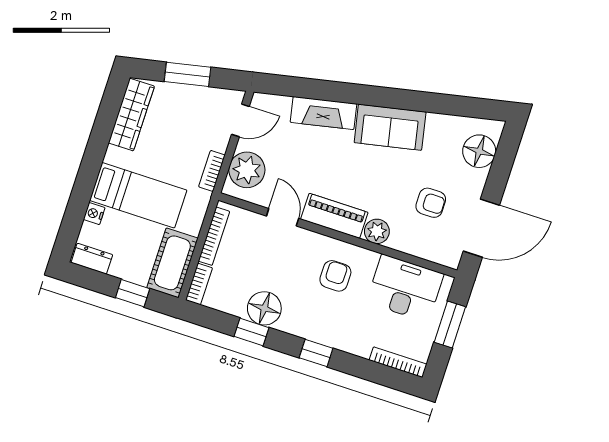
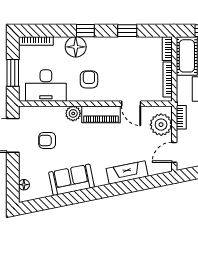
sofa: (390, 127) -> (71, 180), moved
floor lamp: (479, 151) -> (24, 185), width x0.53, depth x0.53
armchair: (335, 276) -> (89, 79), turned 180
floor lamp: (264, 308) -> (76, 47), moved

